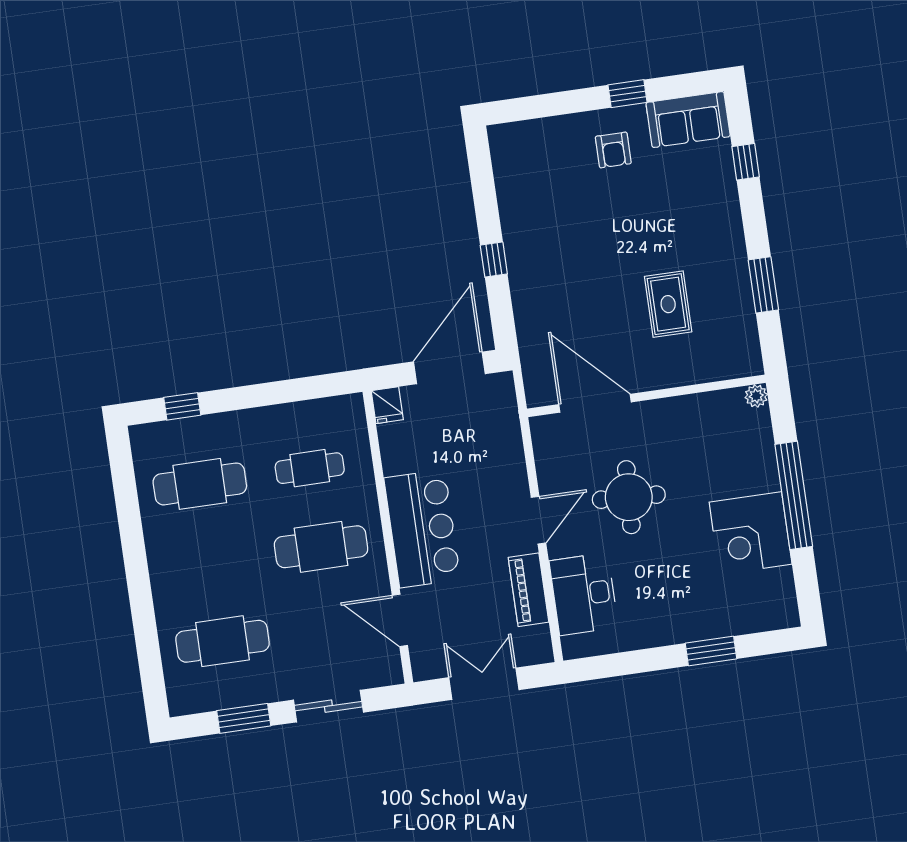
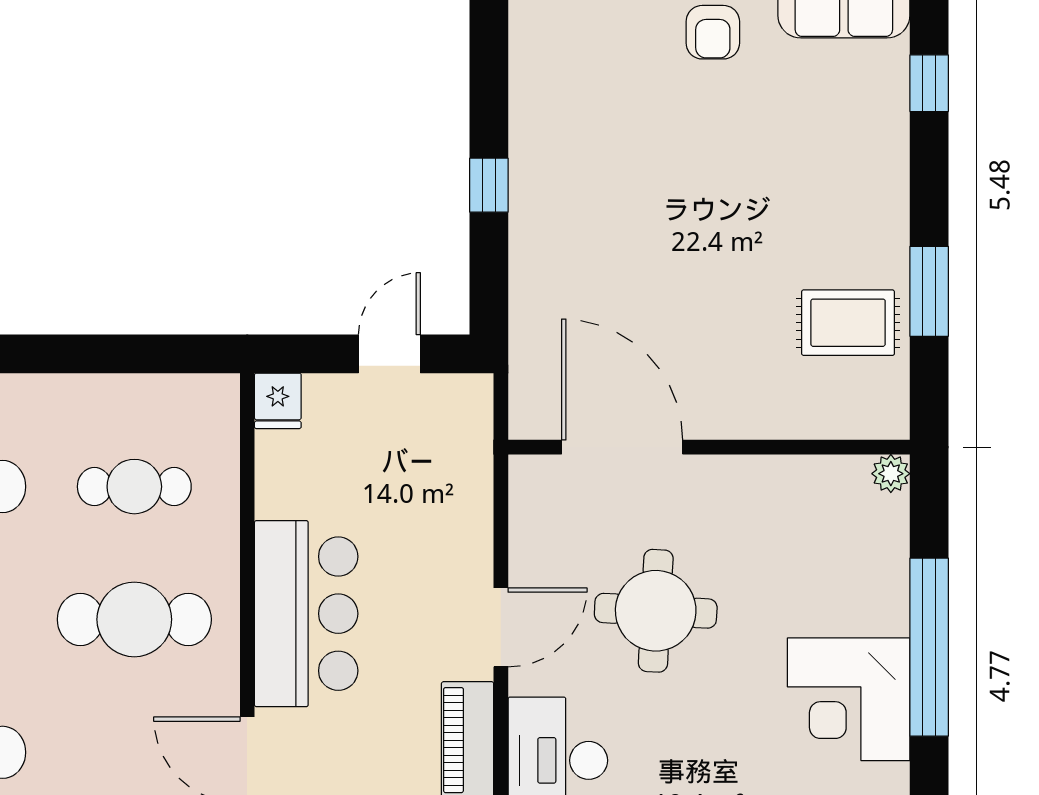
rug: (668, 304) -> (848, 323), moved, turned 90
door: (449, 368) -> (389, 354), width x0.53

